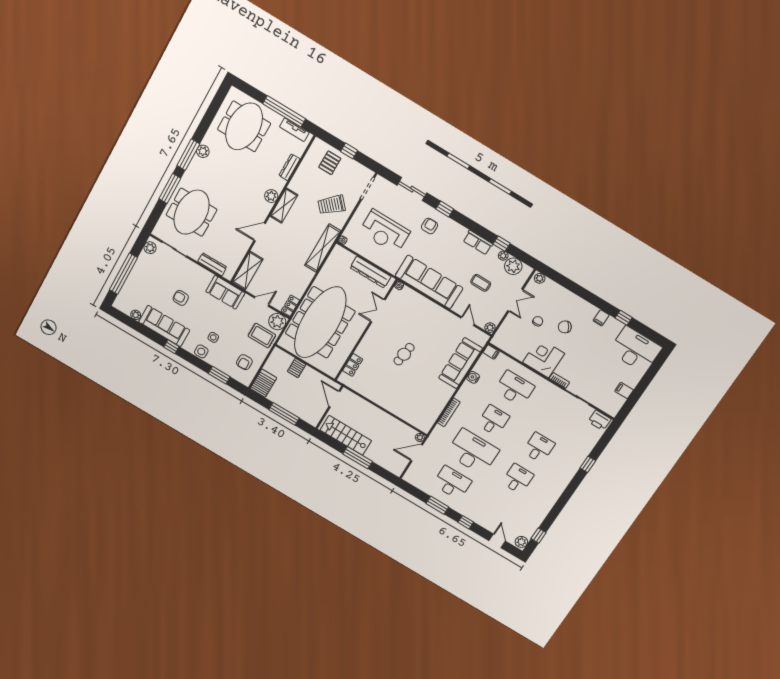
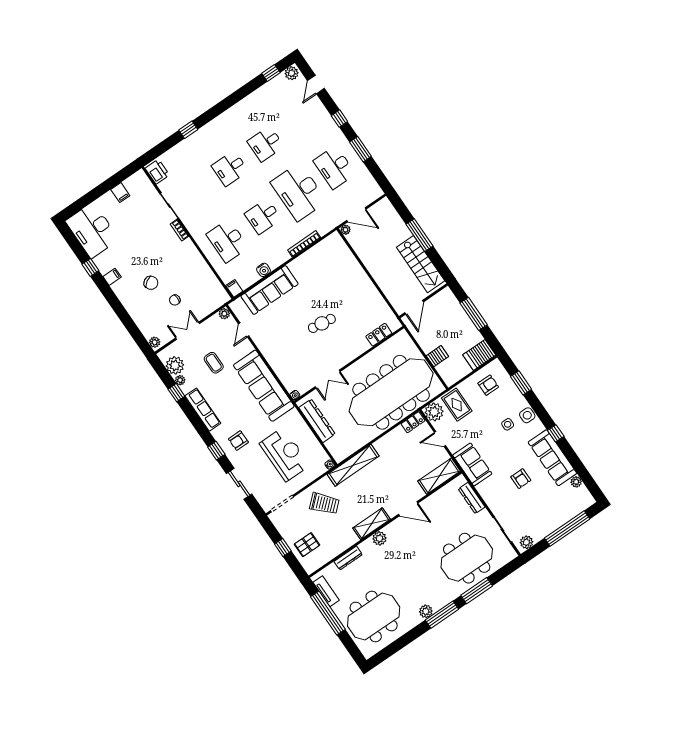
row of seats: (478, 242) -> (203, 410), width x1.48
corner desk: (544, 358) -> (185, 260), removed

